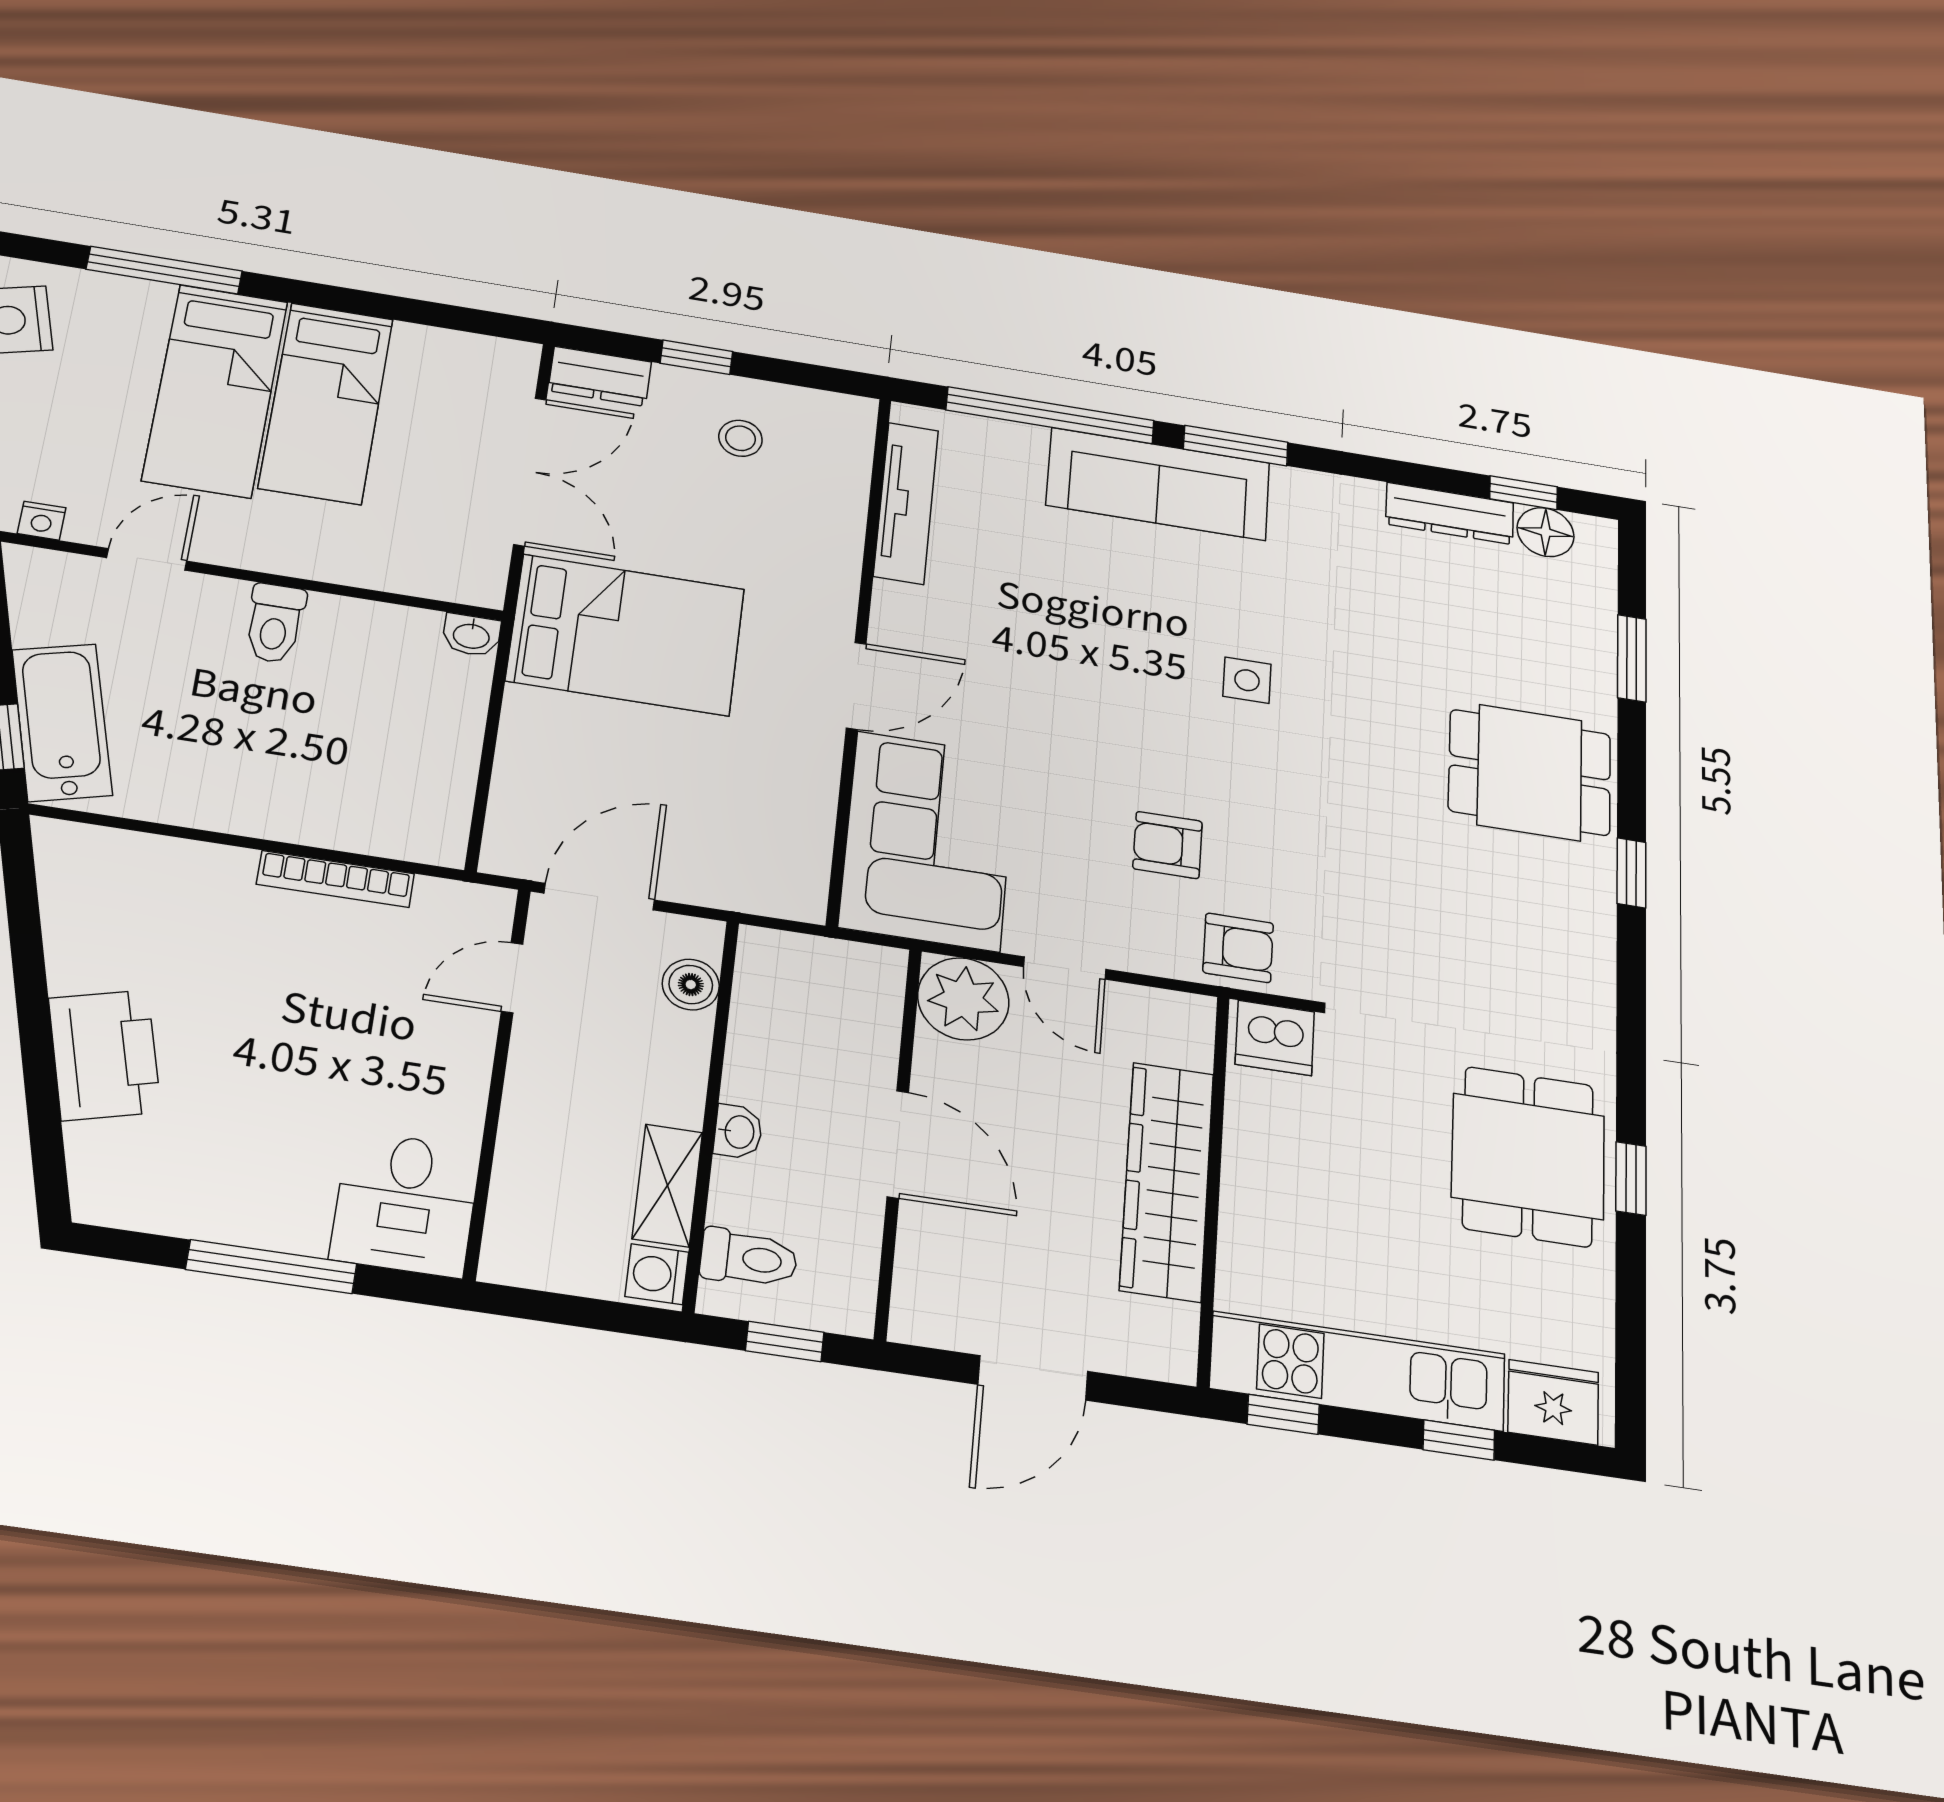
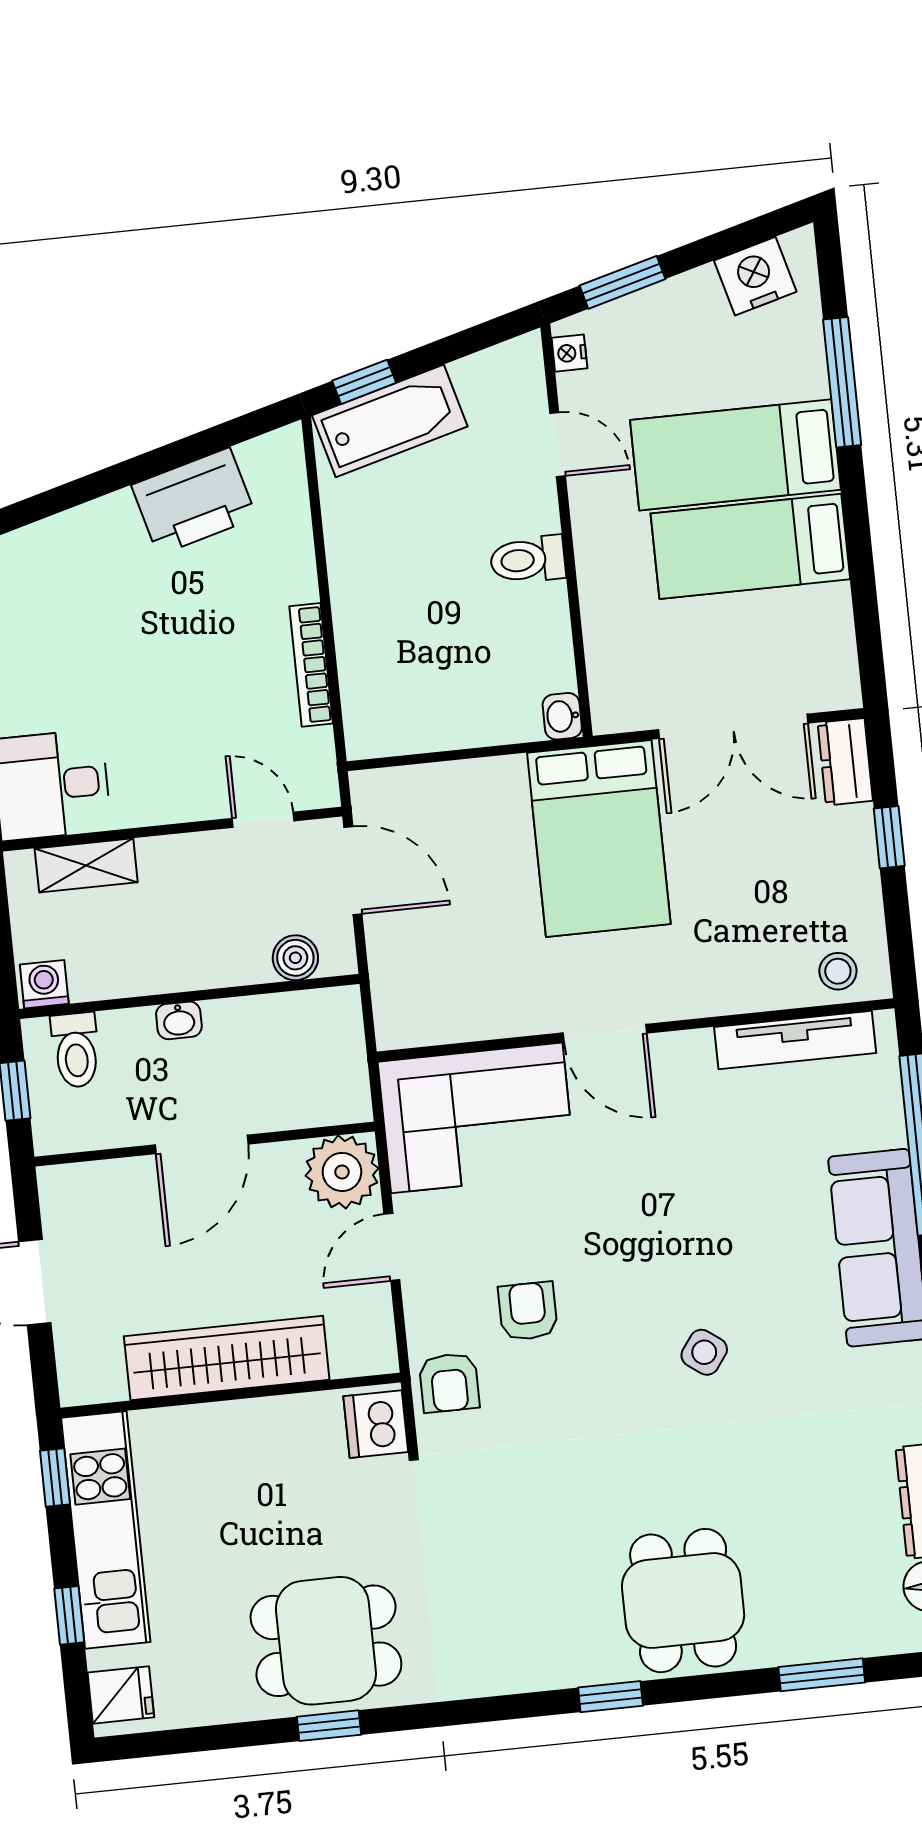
stool: (740, 438) -> (838, 971), moved
side table: (1247, 680) -> (704, 1352), turned 36
printer: (105, 1055) -> (194, 501), moved
shelving: (667, 1185) -> (86, 865), moved
fridge: (1553, 1402) -> (121, 1695), width x0.72

